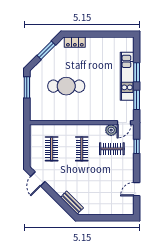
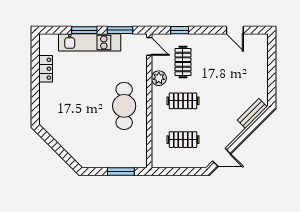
locker: (75, 42) -> (46, 69), moved
window: (46, 50) -> (56, 147), removed
cafe table: (66, 86) -> (124, 106), moved
window: (27, 87) -> (121, 172), moved
plant: (111, 130) -> (159, 78), moved

